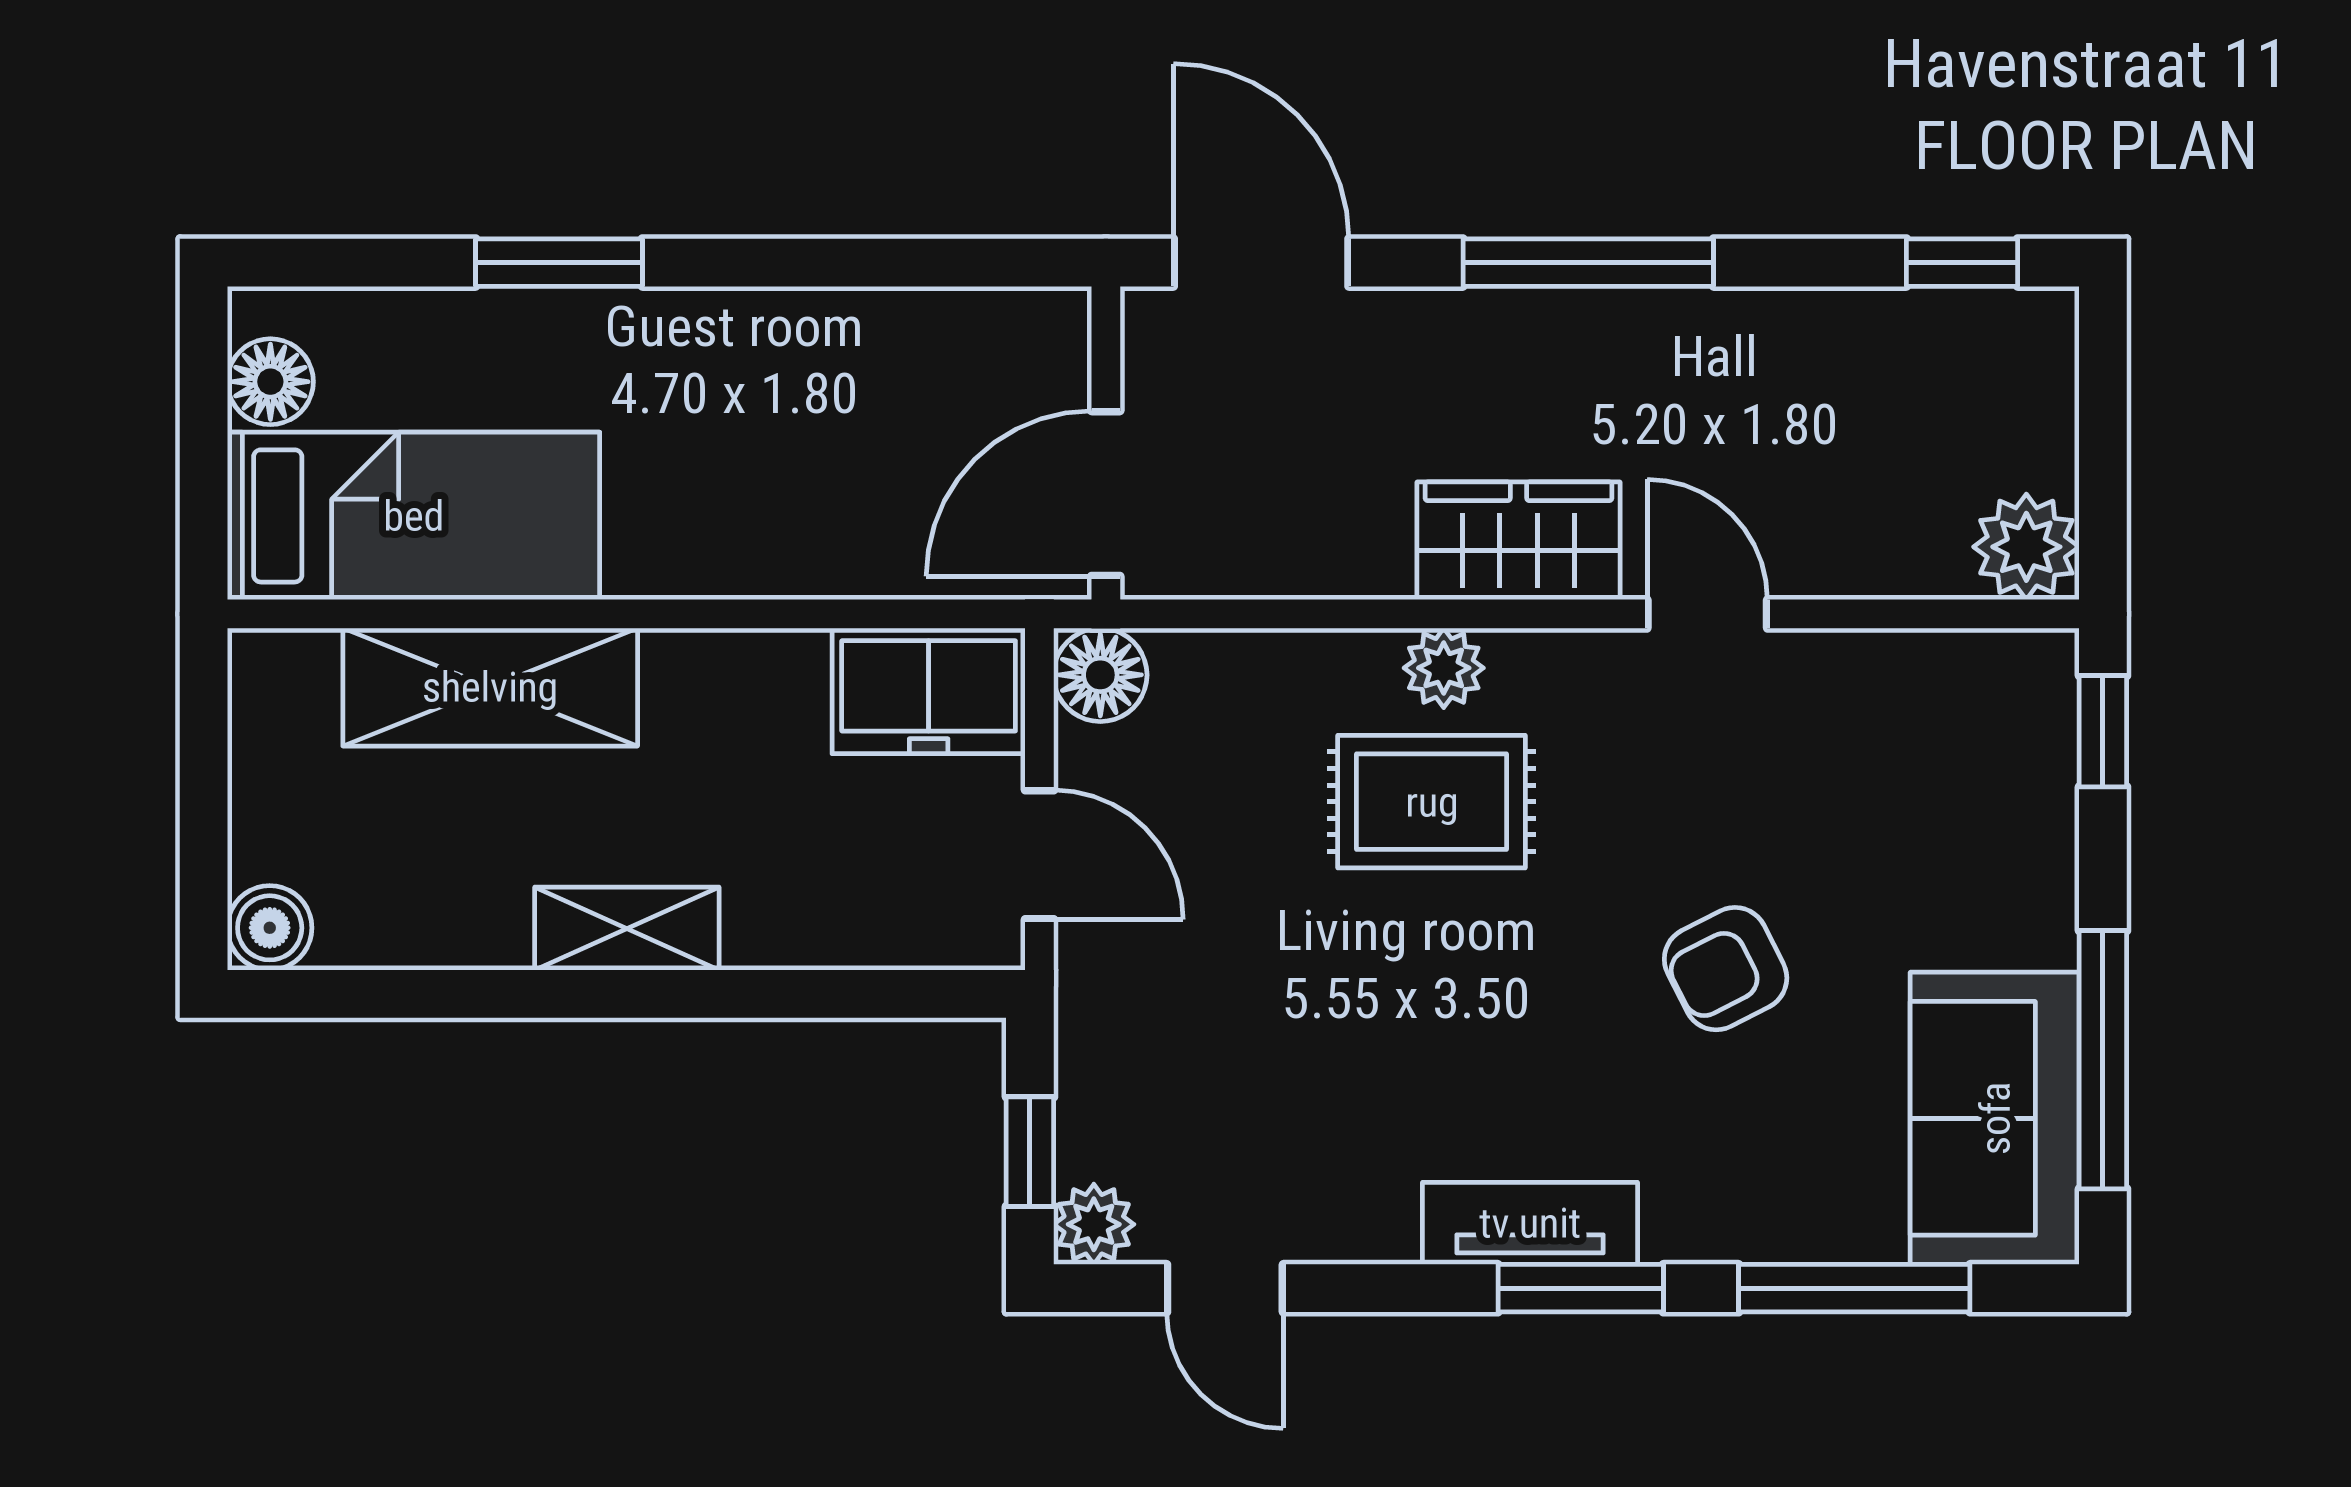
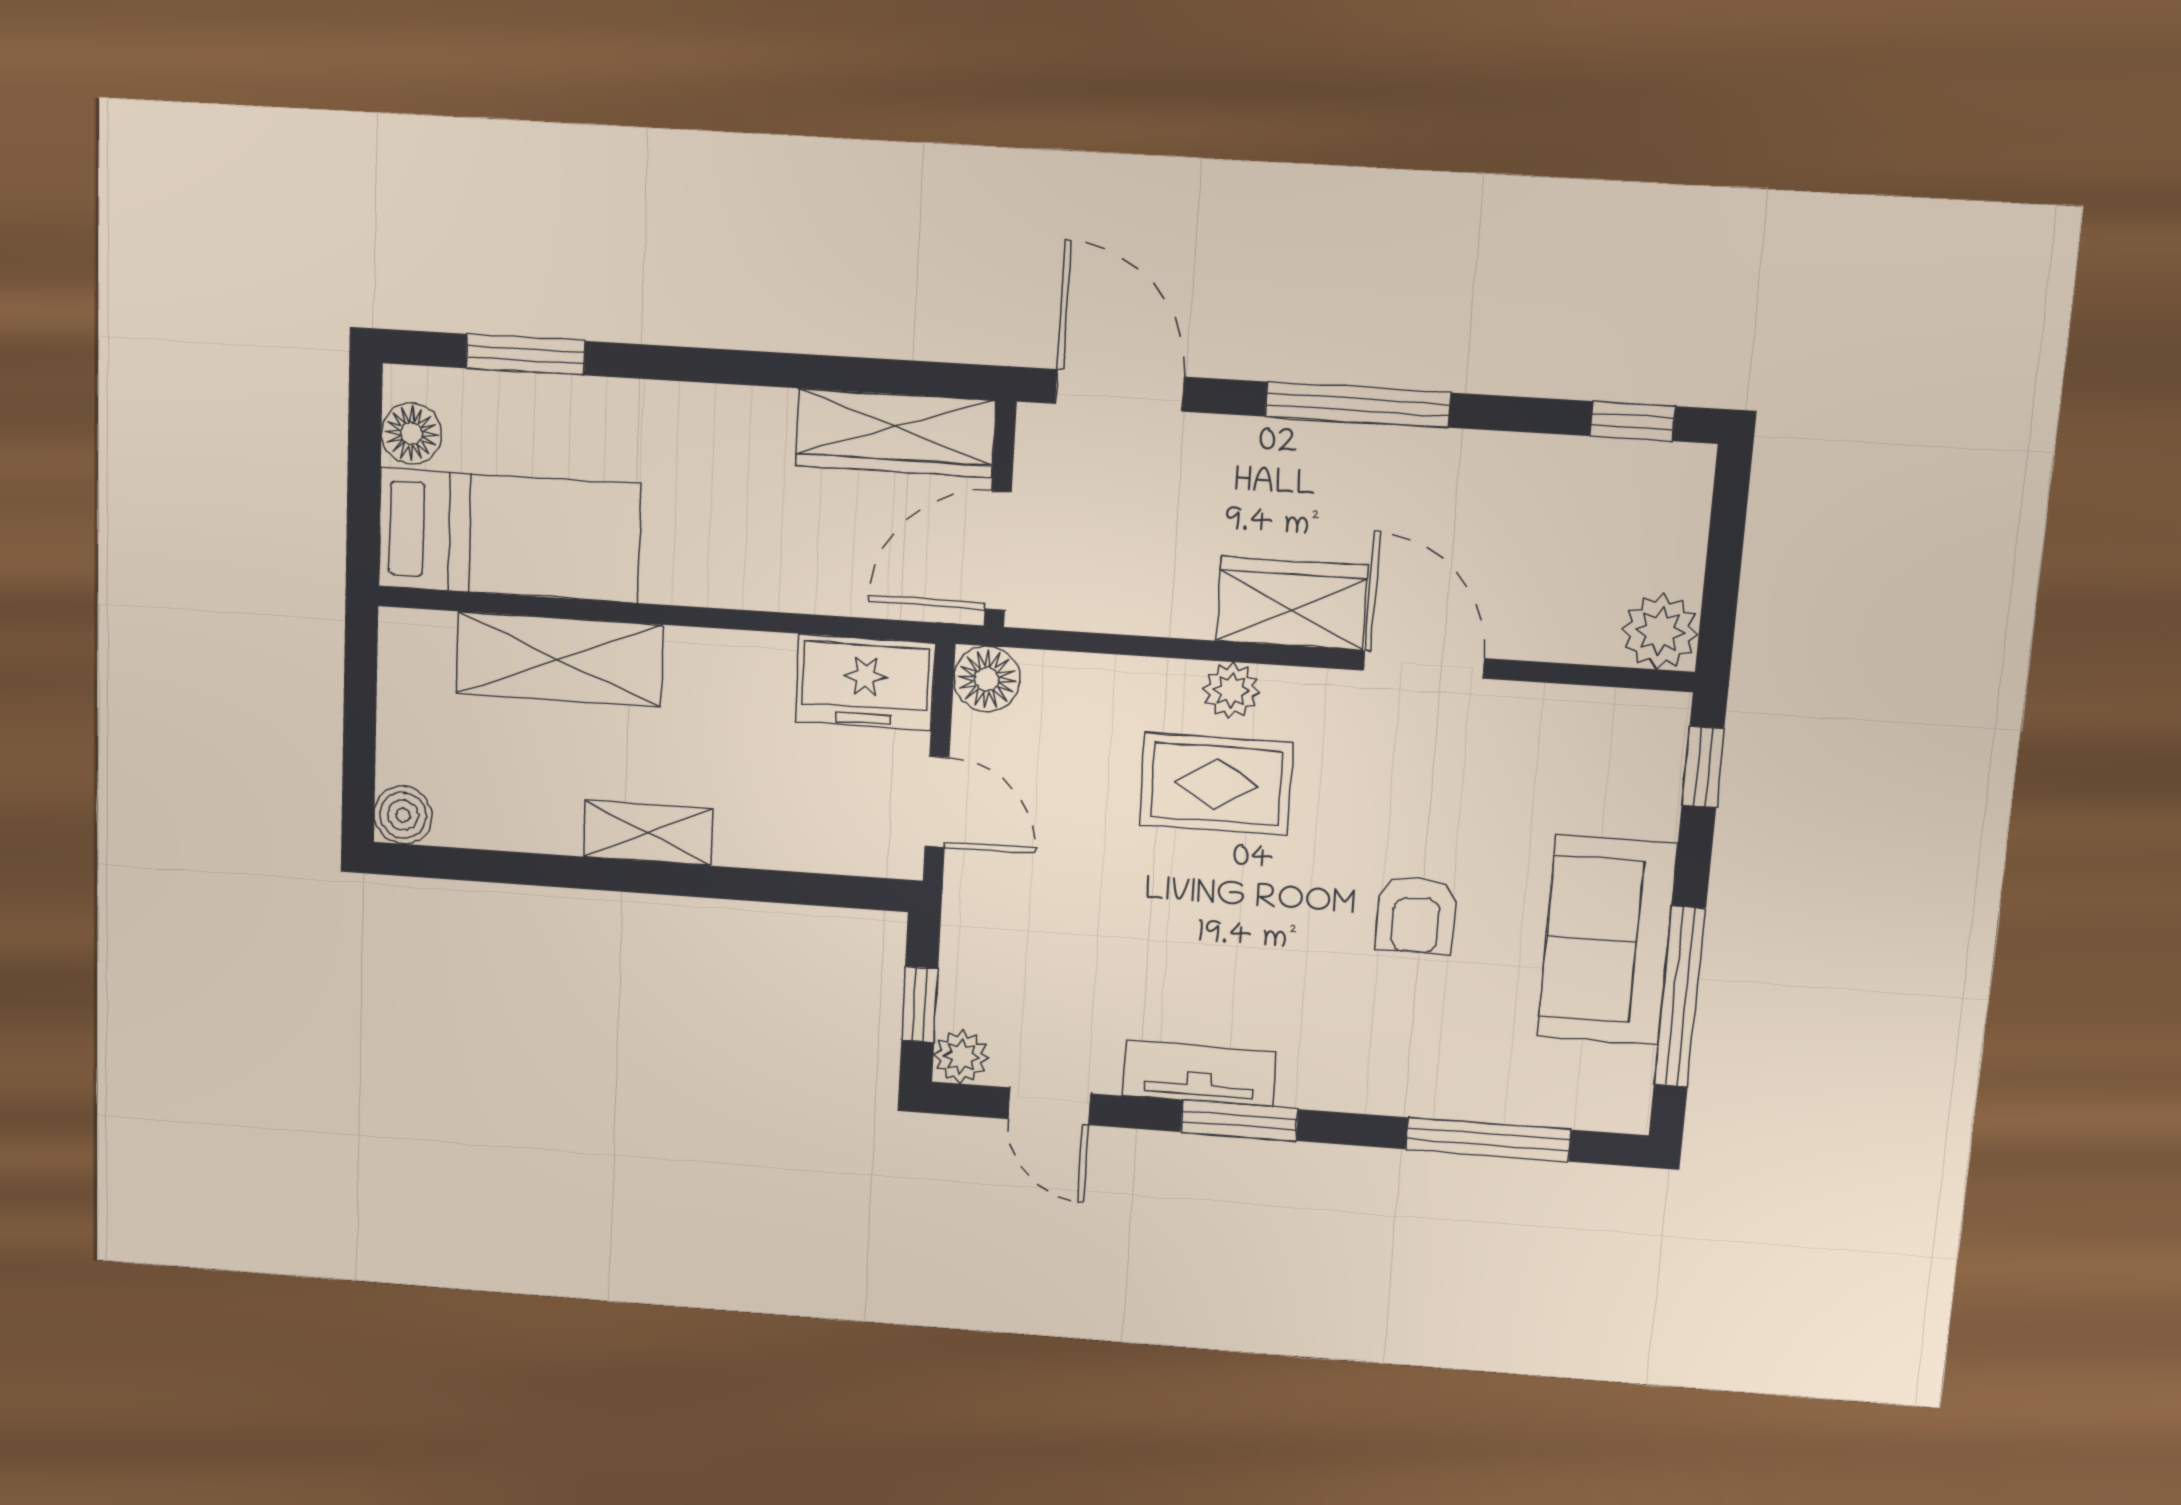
window: (559, 263) -> (525, 355), moved
wardrobe: (954, 340) -> (896, 433), added
door: (1707, 614) -> (1424, 664), width x1.37
armchair: (1726, 969) -> (1416, 915), turned -63
sofa: (1995, 1118) -> (1607, 940), moved
tv unit: (1530, 1223) -> (1199, 1074), moved
window: (1581, 1288) -> (1239, 1121), moved

